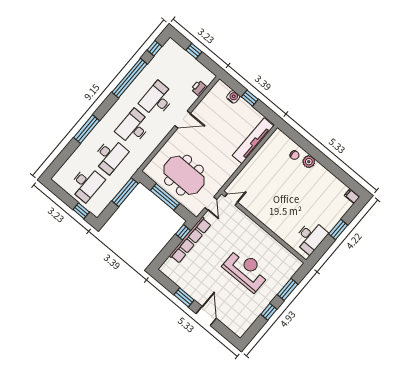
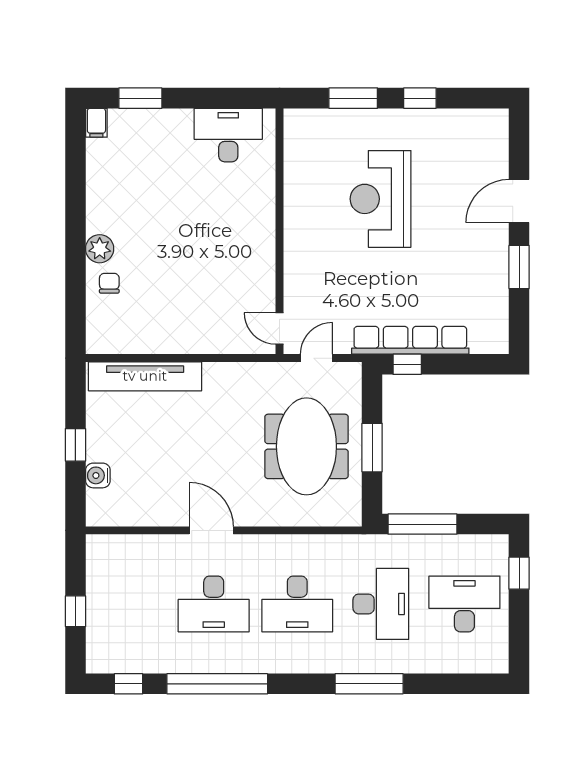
printer: (199, 88) -> (133, 548), removed
desk: (110, 156) -> (381, 604), turned 90
window: (165, 197) -> (372, 448), width x0.69
window: (338, 229) -> (140, 98), moved

